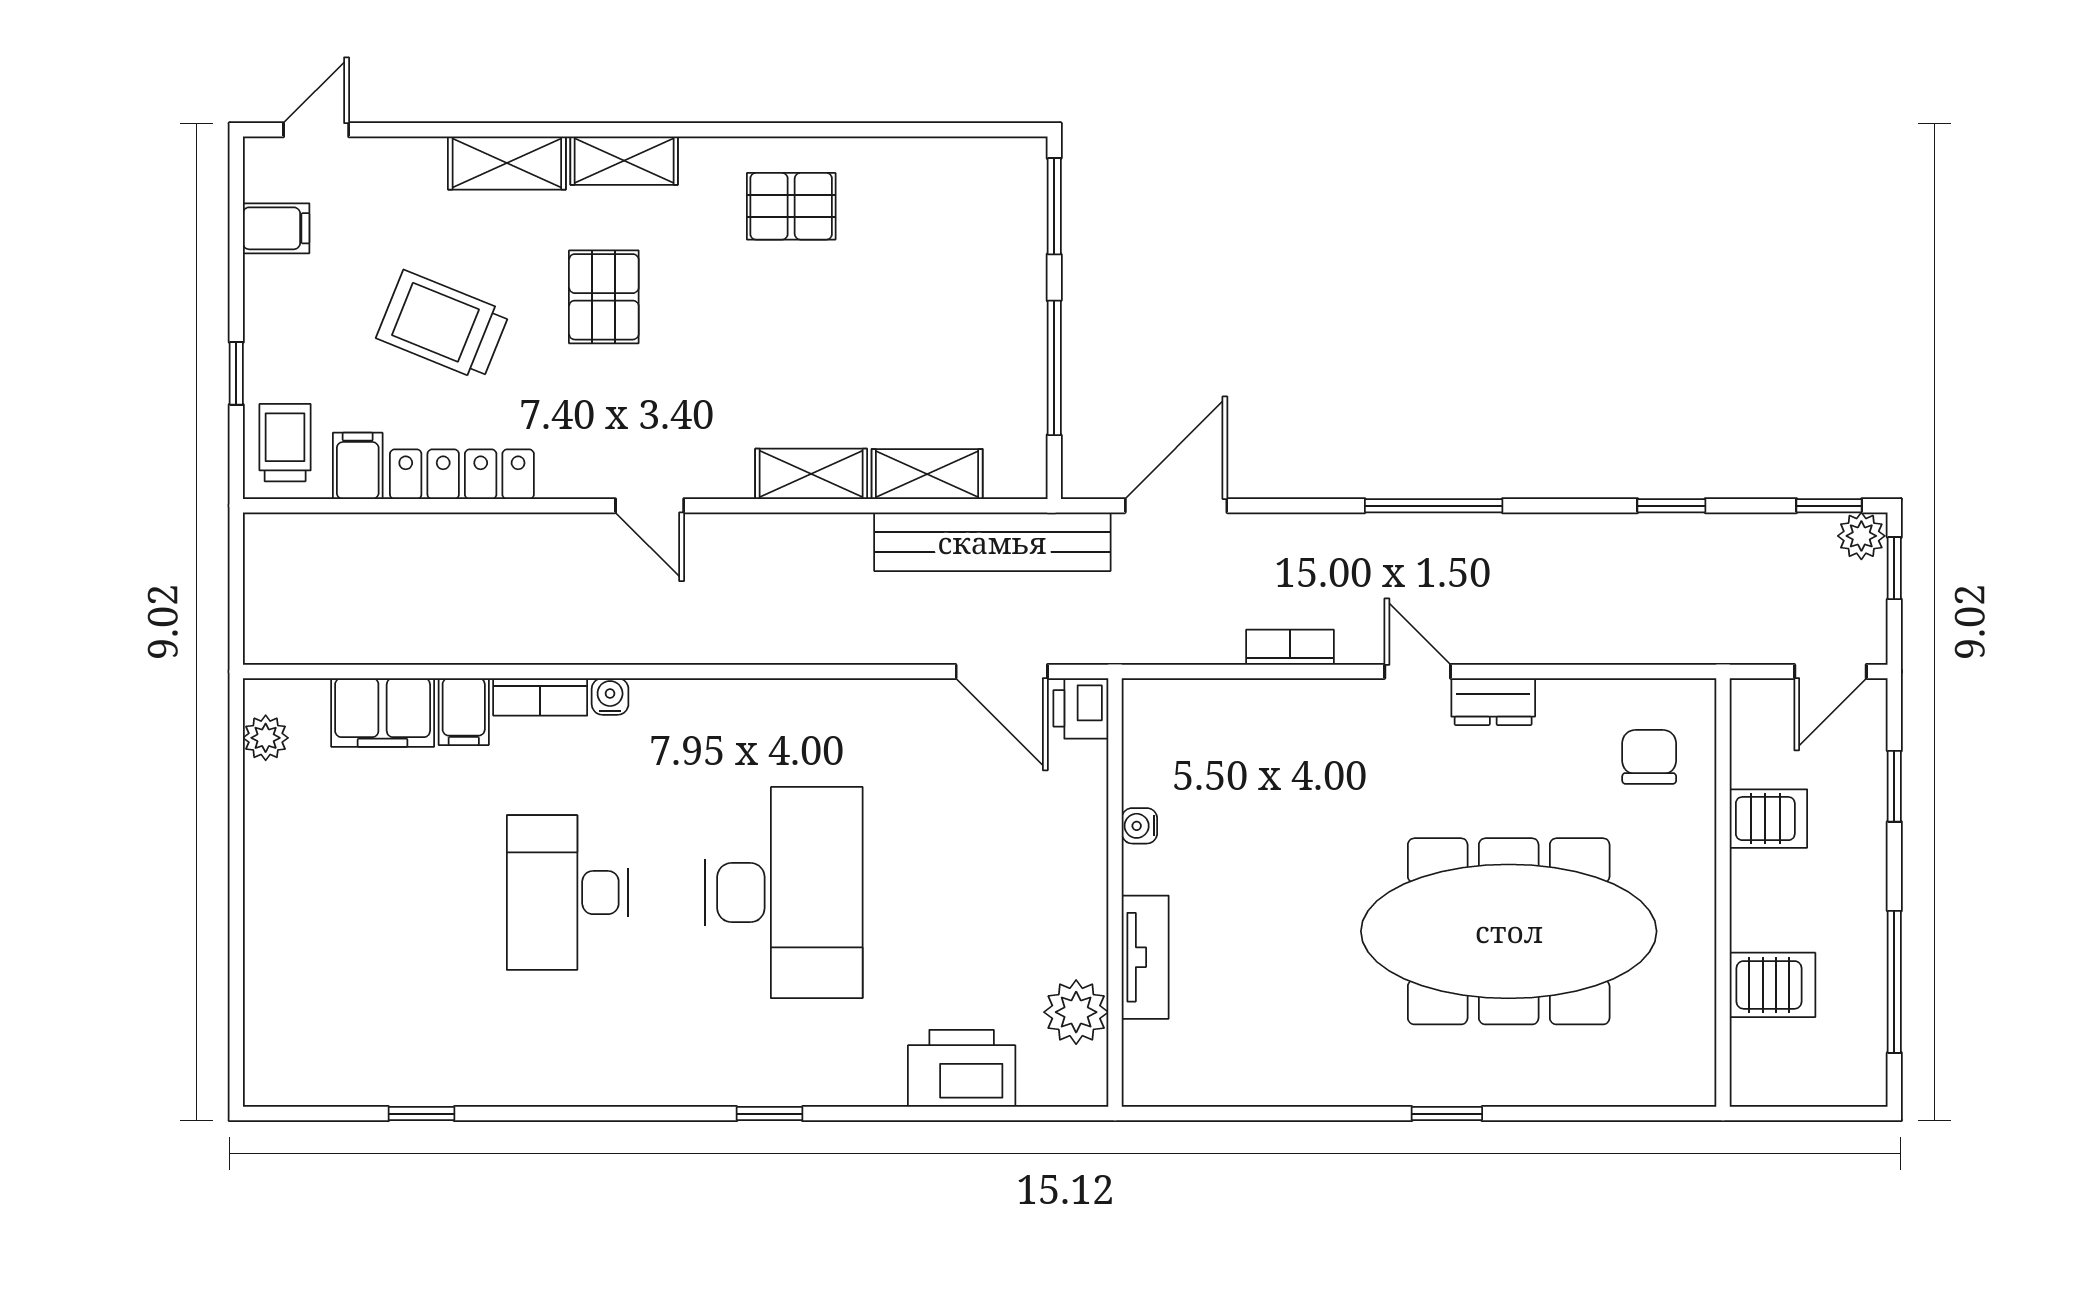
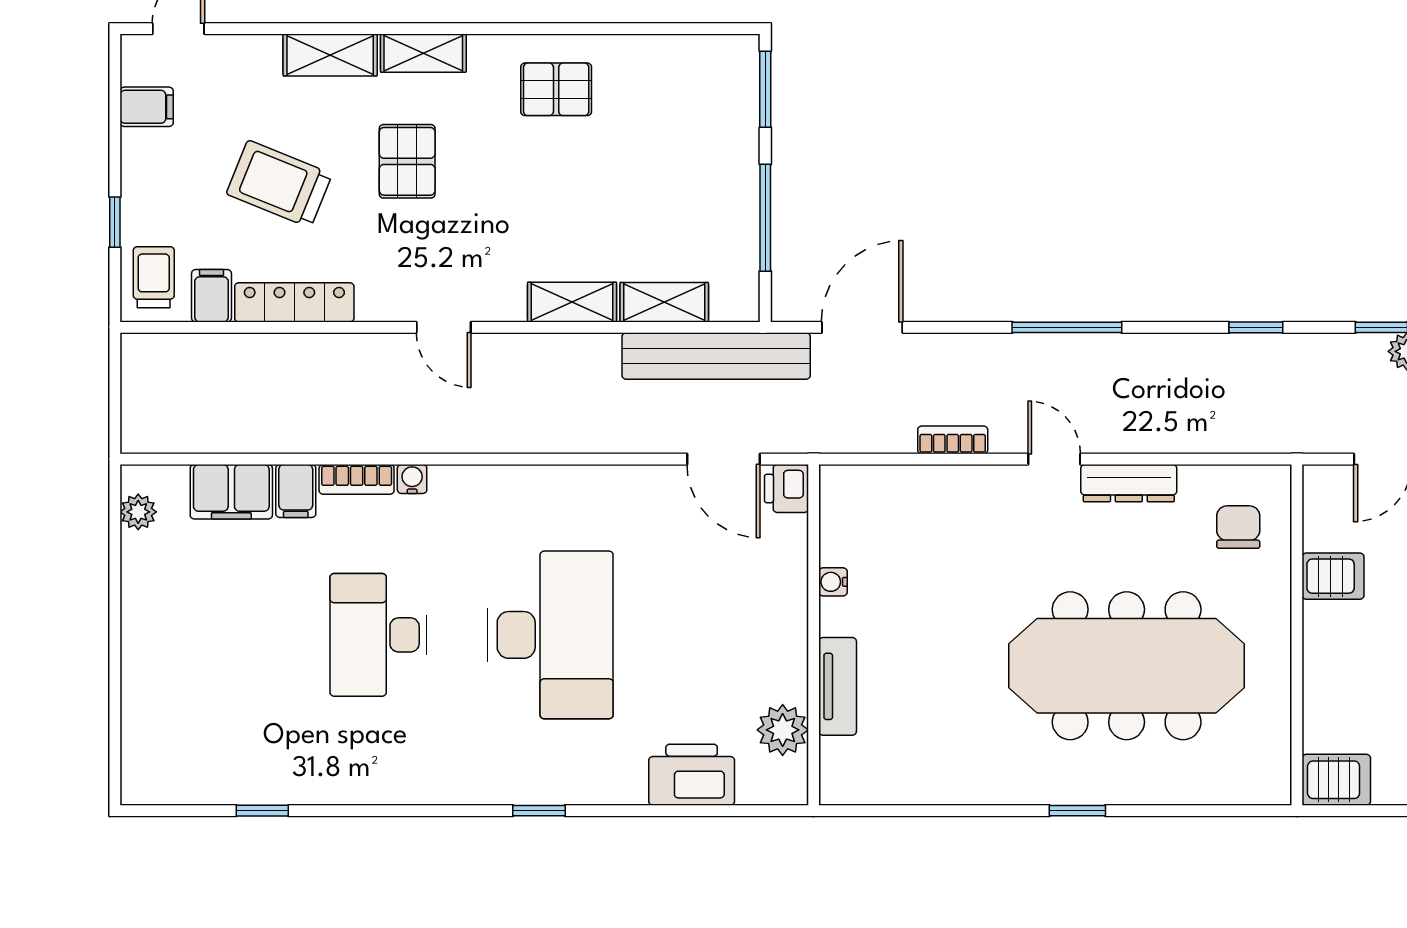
dresser: (1493, 702) -> (1129, 483), width x1.44
server rack: (1772, 985) -> (1336, 780), moved

